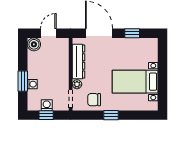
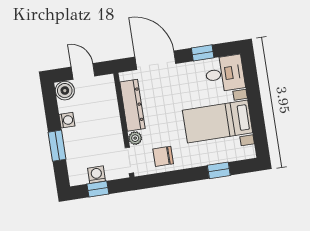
door: (48, 33) -> (83, 71), hinge flipped
desk: (145, 50) -> (225, 74), added
washing machine: (32, 84) -> (67, 120), moved
window: (111, 115) -> (219, 170), moved

